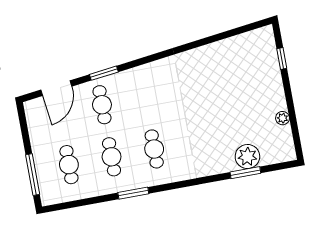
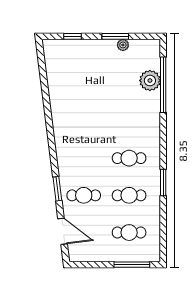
window: (291, 107) -> (115, 36), added
window: (245, 173) -> (163, 85), width x2.11

